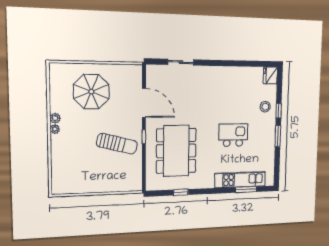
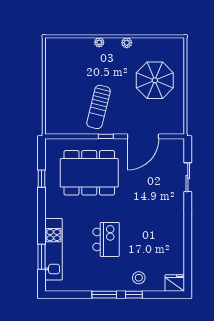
plant: (55, 129) -> (99, 42), moved

